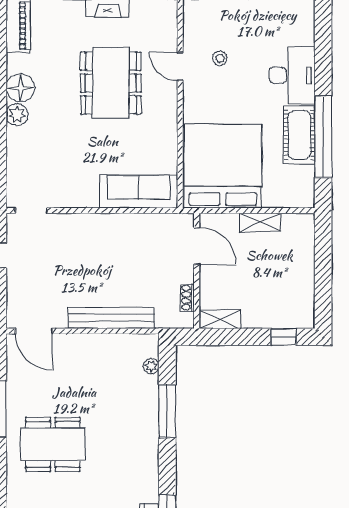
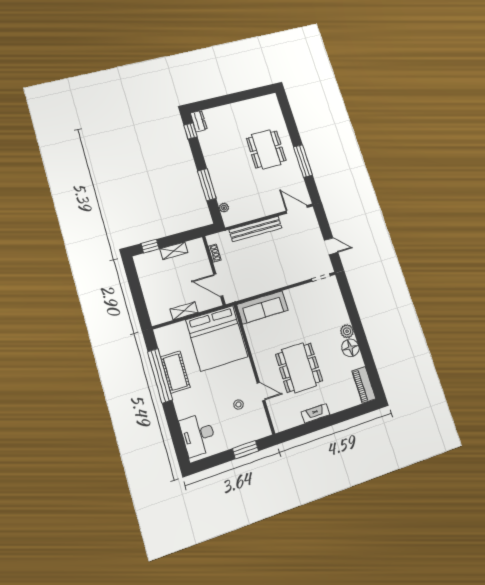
desk: (292, 75) -> (198, 435), moved
shelving: (220, 319) -> (174, 251), moved
dining table: (53, 444) -> (266, 149), turned 90

